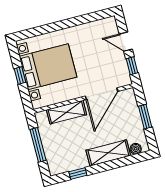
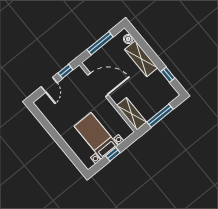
bed with nightstands: (48, 67) -> (96, 136), width x0.73
shelving: (66, 112) -> (132, 114), moved
window: (145, 117) -> (100, 43), width x1.44

